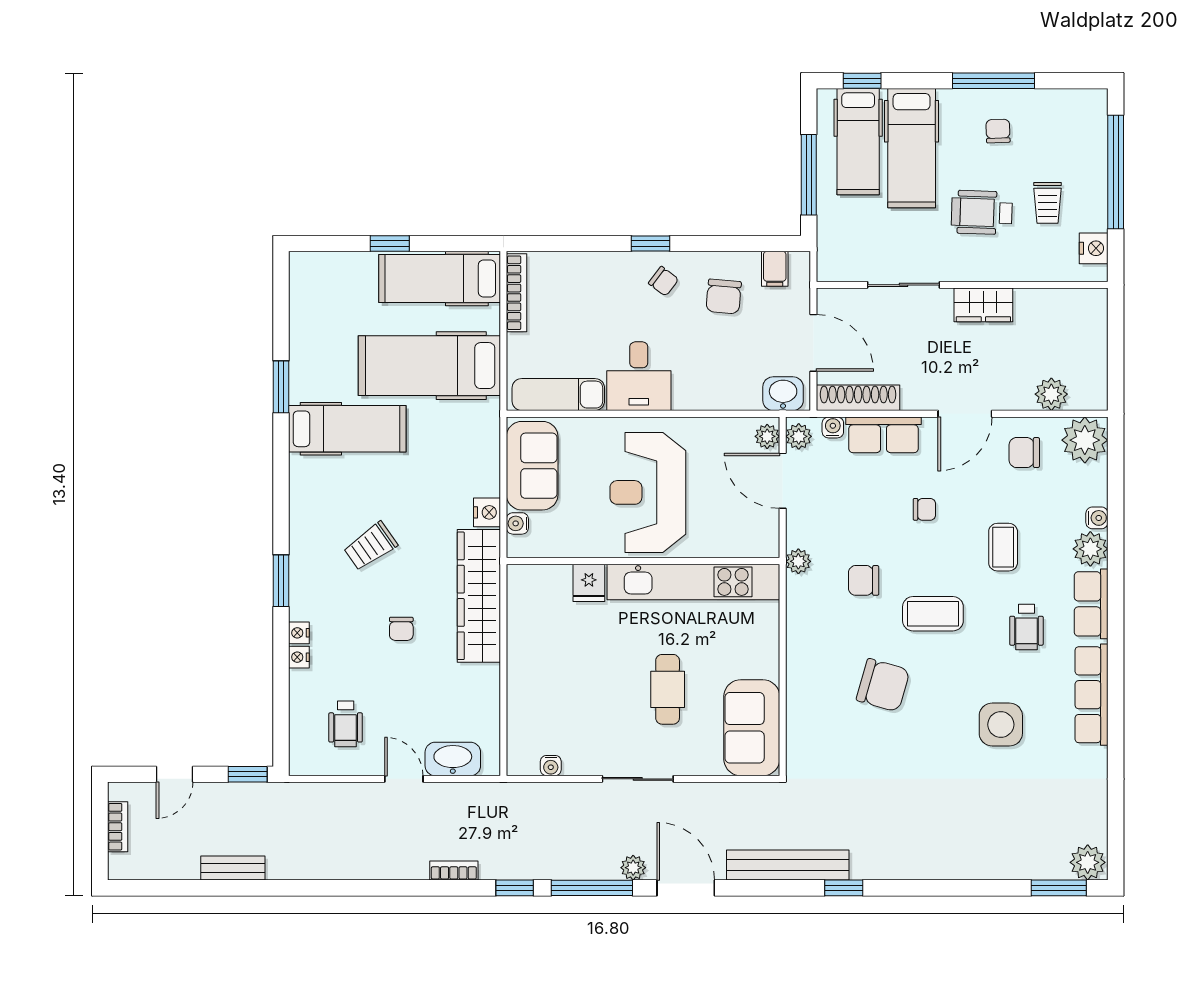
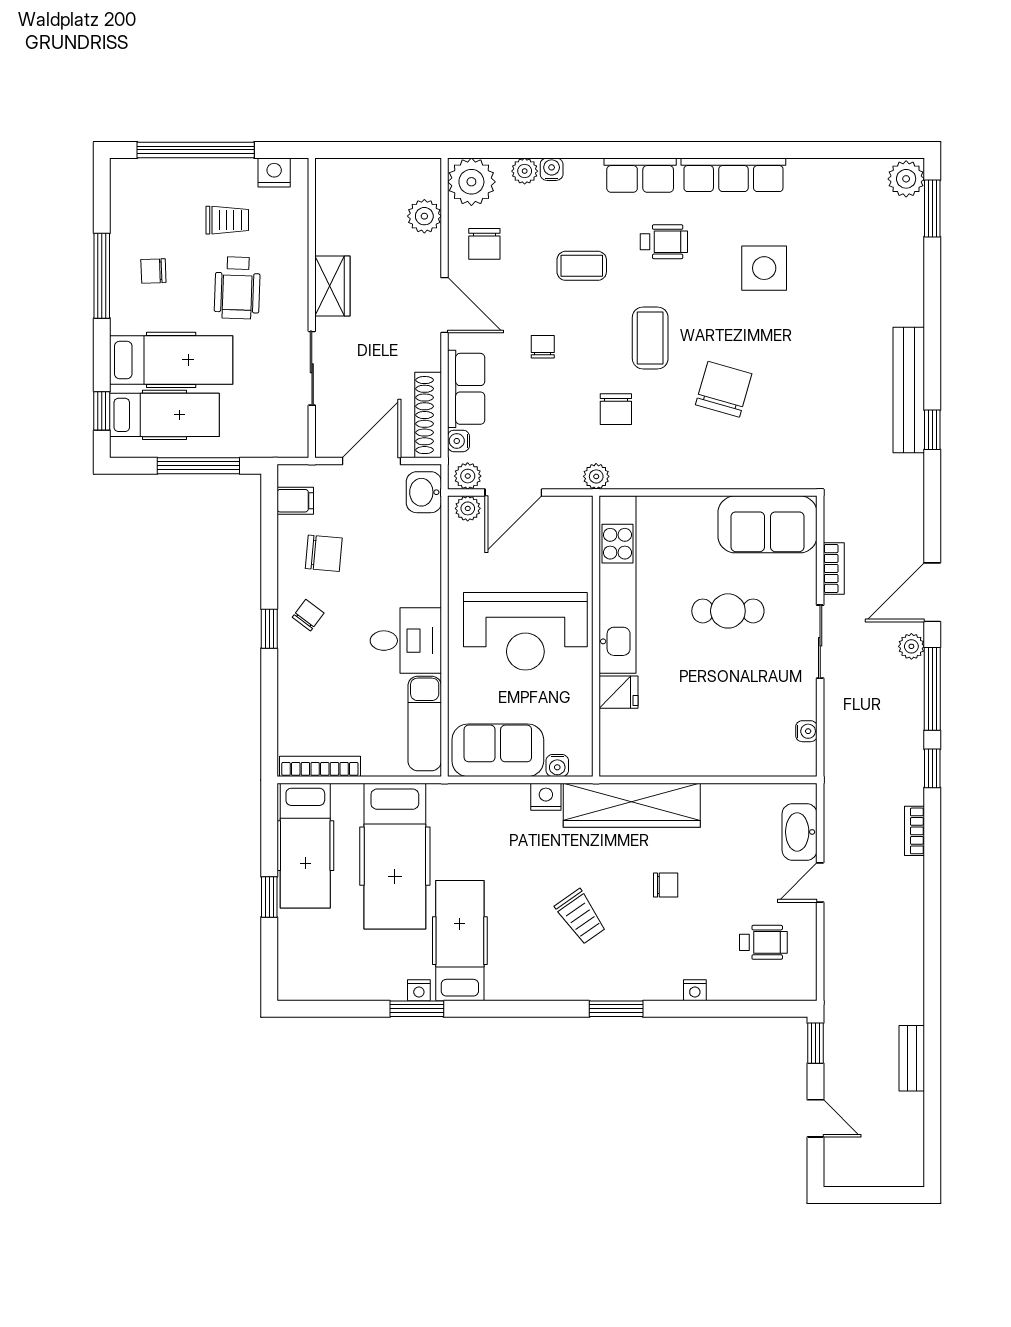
plant: (1090, 549) -> (525, 171), moved, width x0.73, depth x0.73
nightstand: (299, 633) -> (419, 990), moved
bookcase: (118, 827) -> (834, 568), moved, turned 90
bench: (788, 865) -> (909, 390), moved

